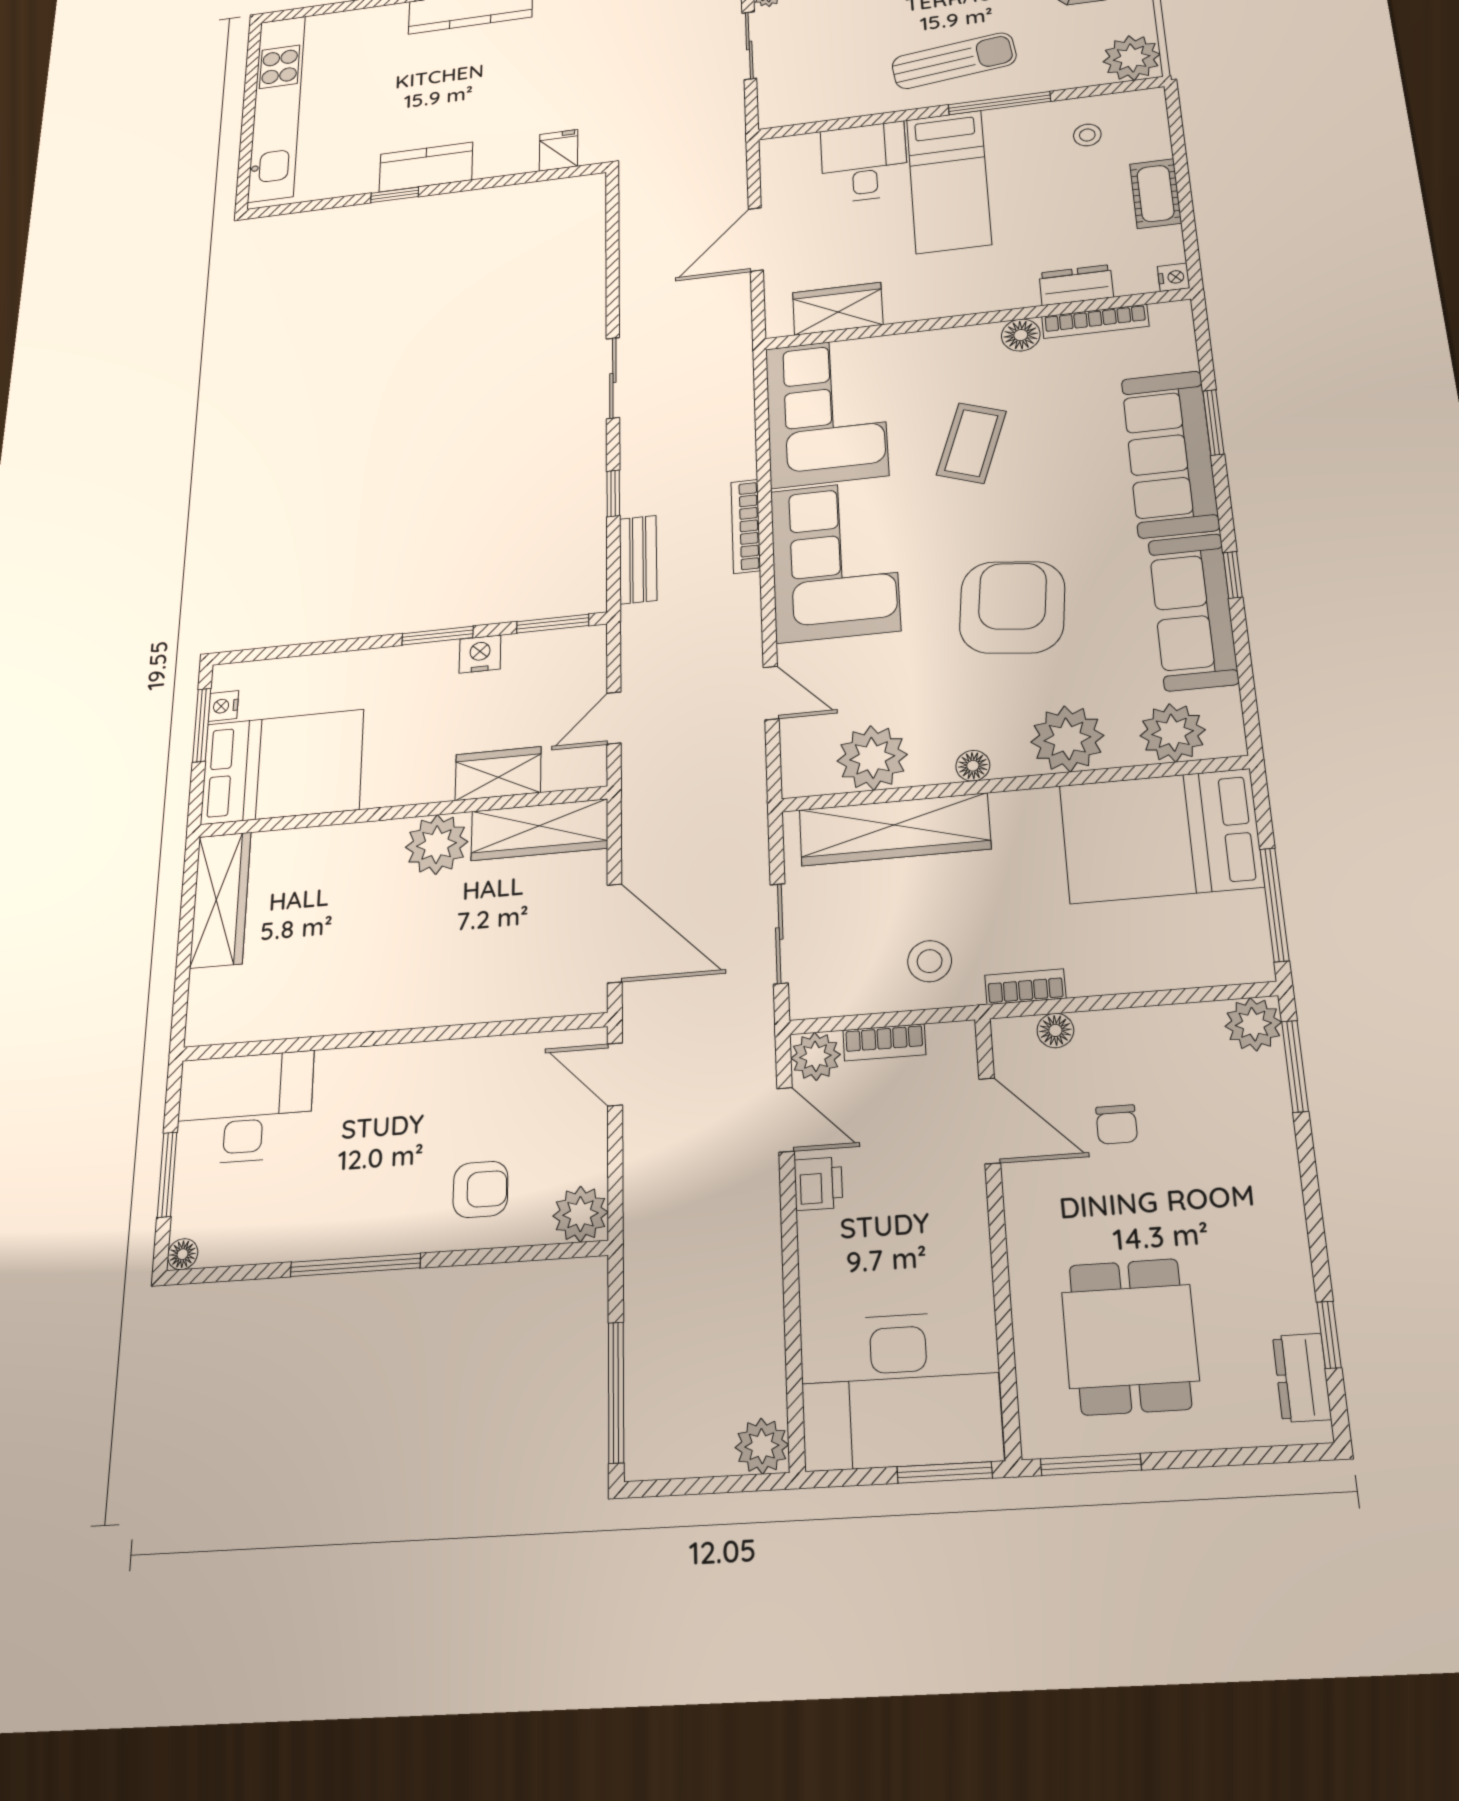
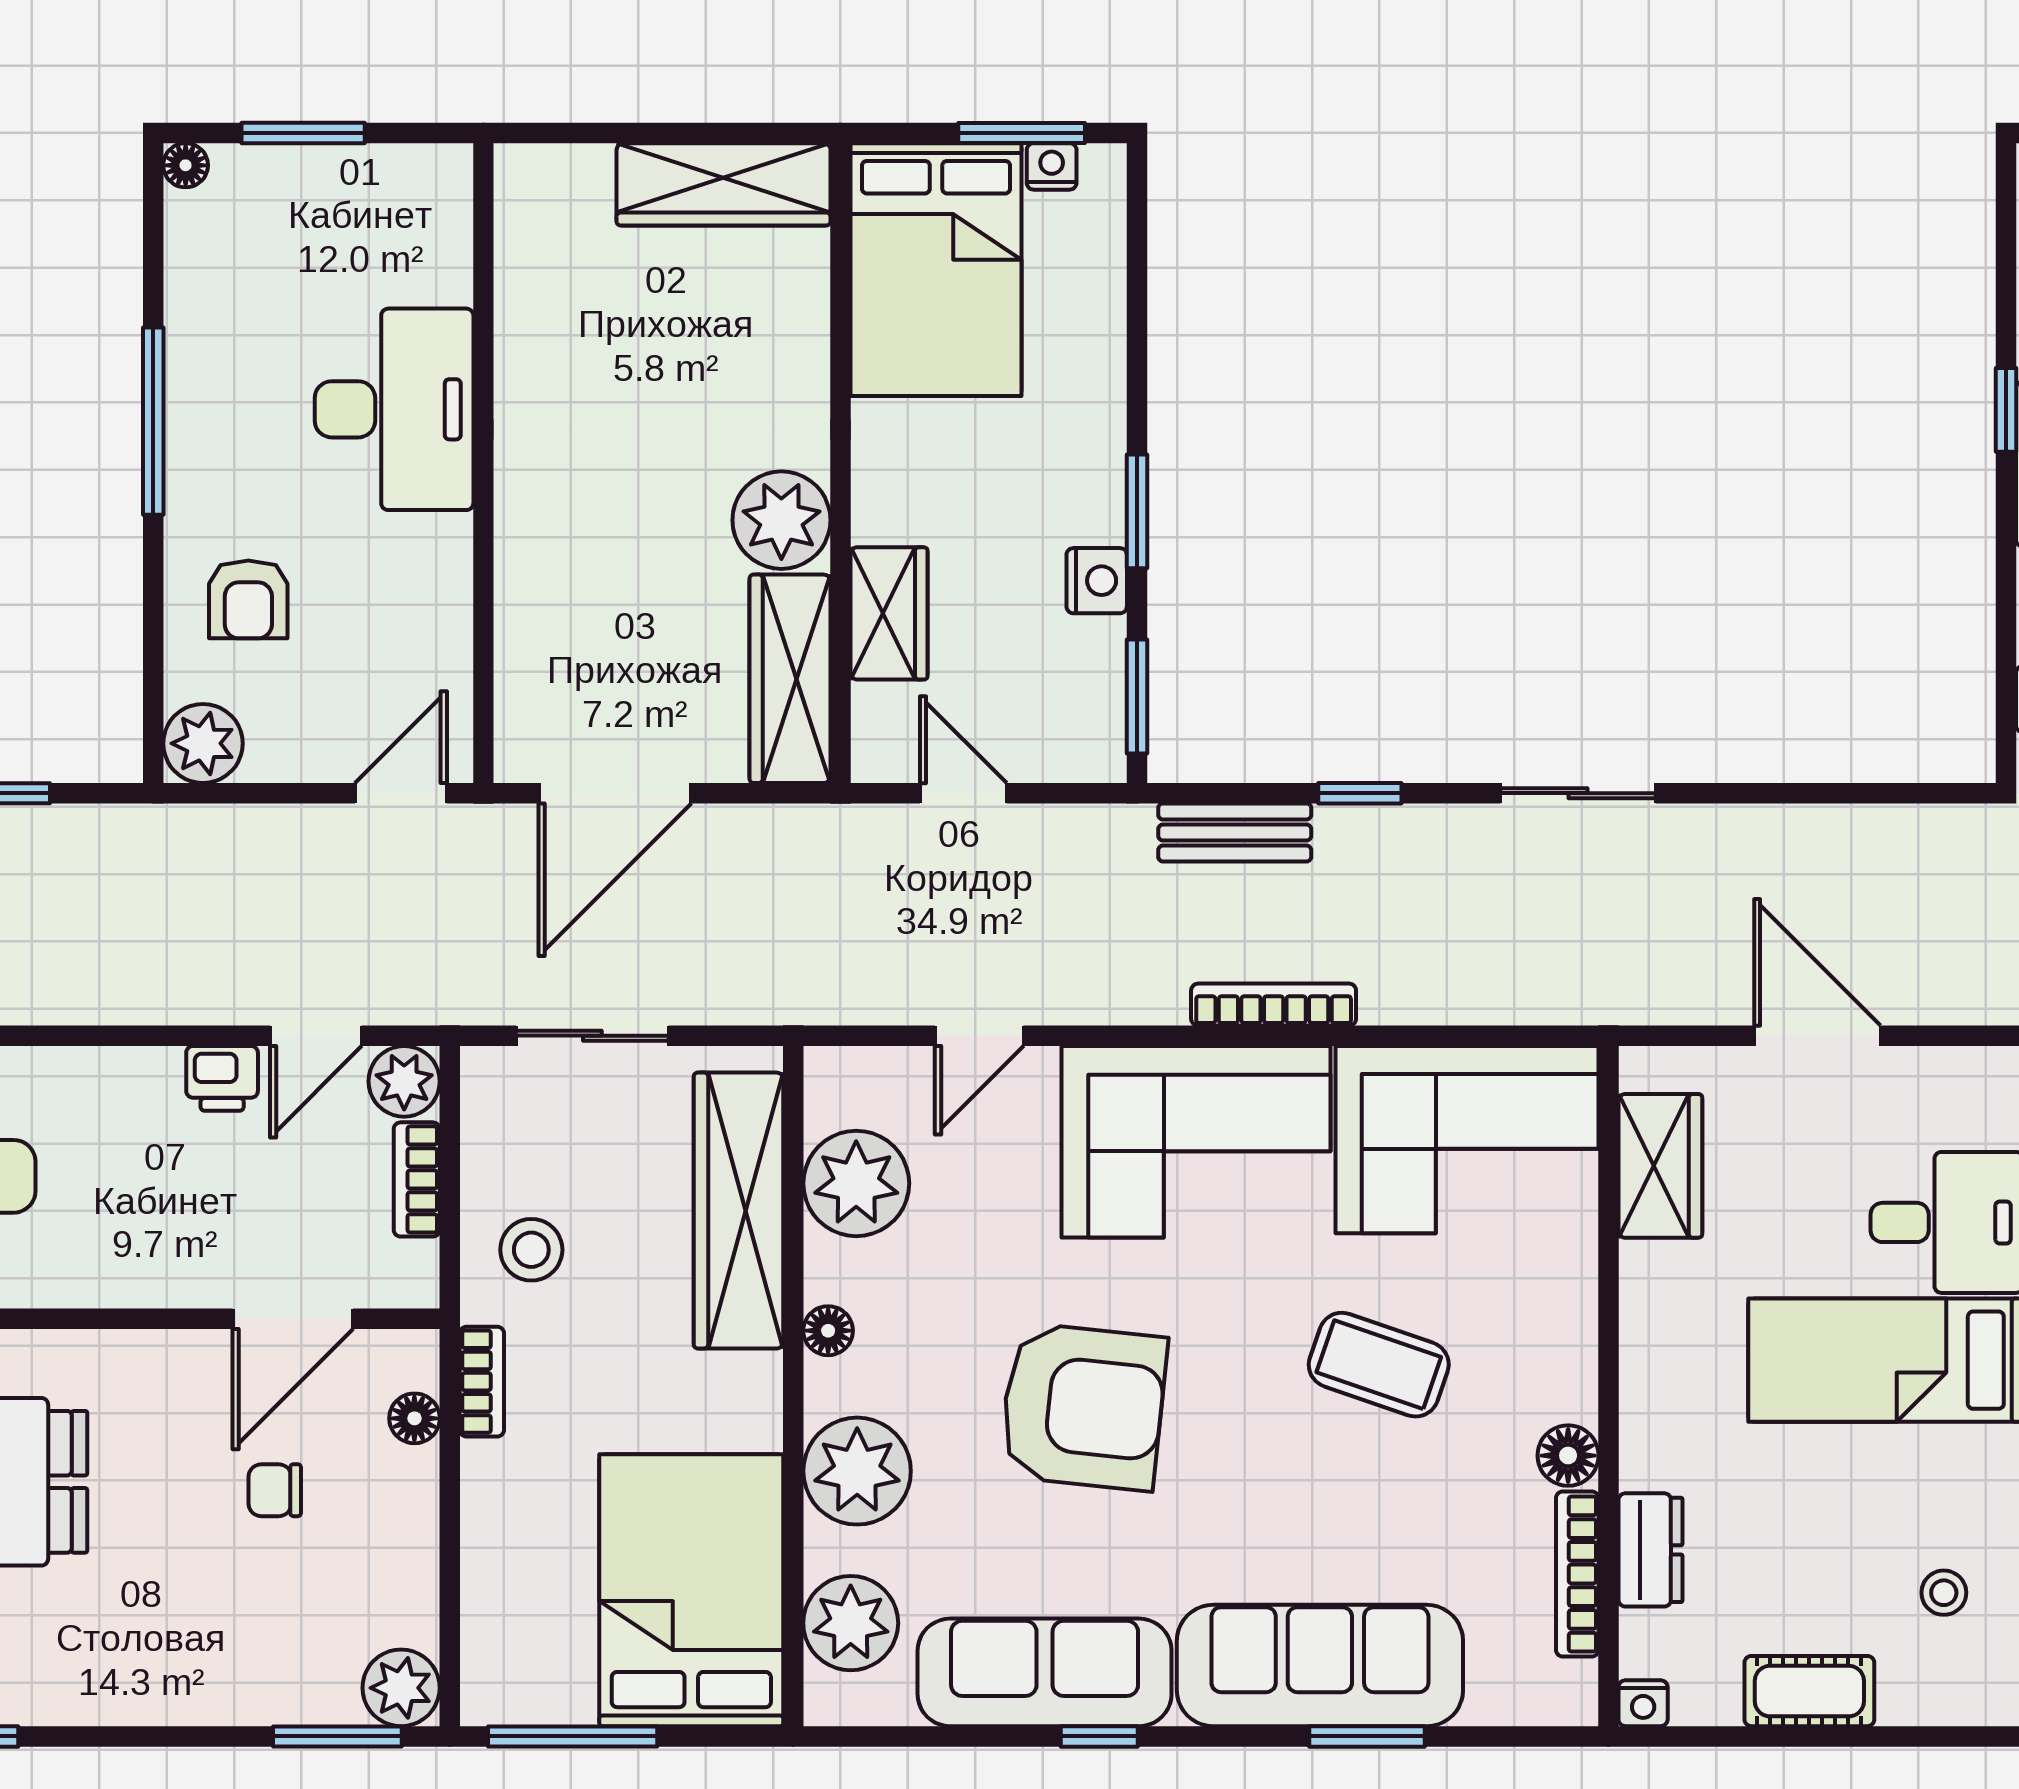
desk: (245, 1108) -> (394, 409), moved

